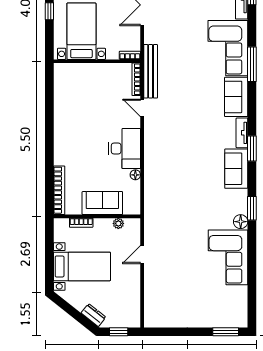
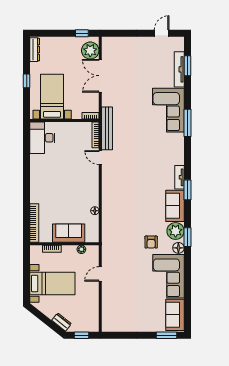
sofa: (236, 97) -> (175, 315), moved
desk: (125, 149) -> (42, 138), moved, turned 180
plant: (237, 200) -> (176, 231), added
armchair: (206, 214) -> (151, 242), added

